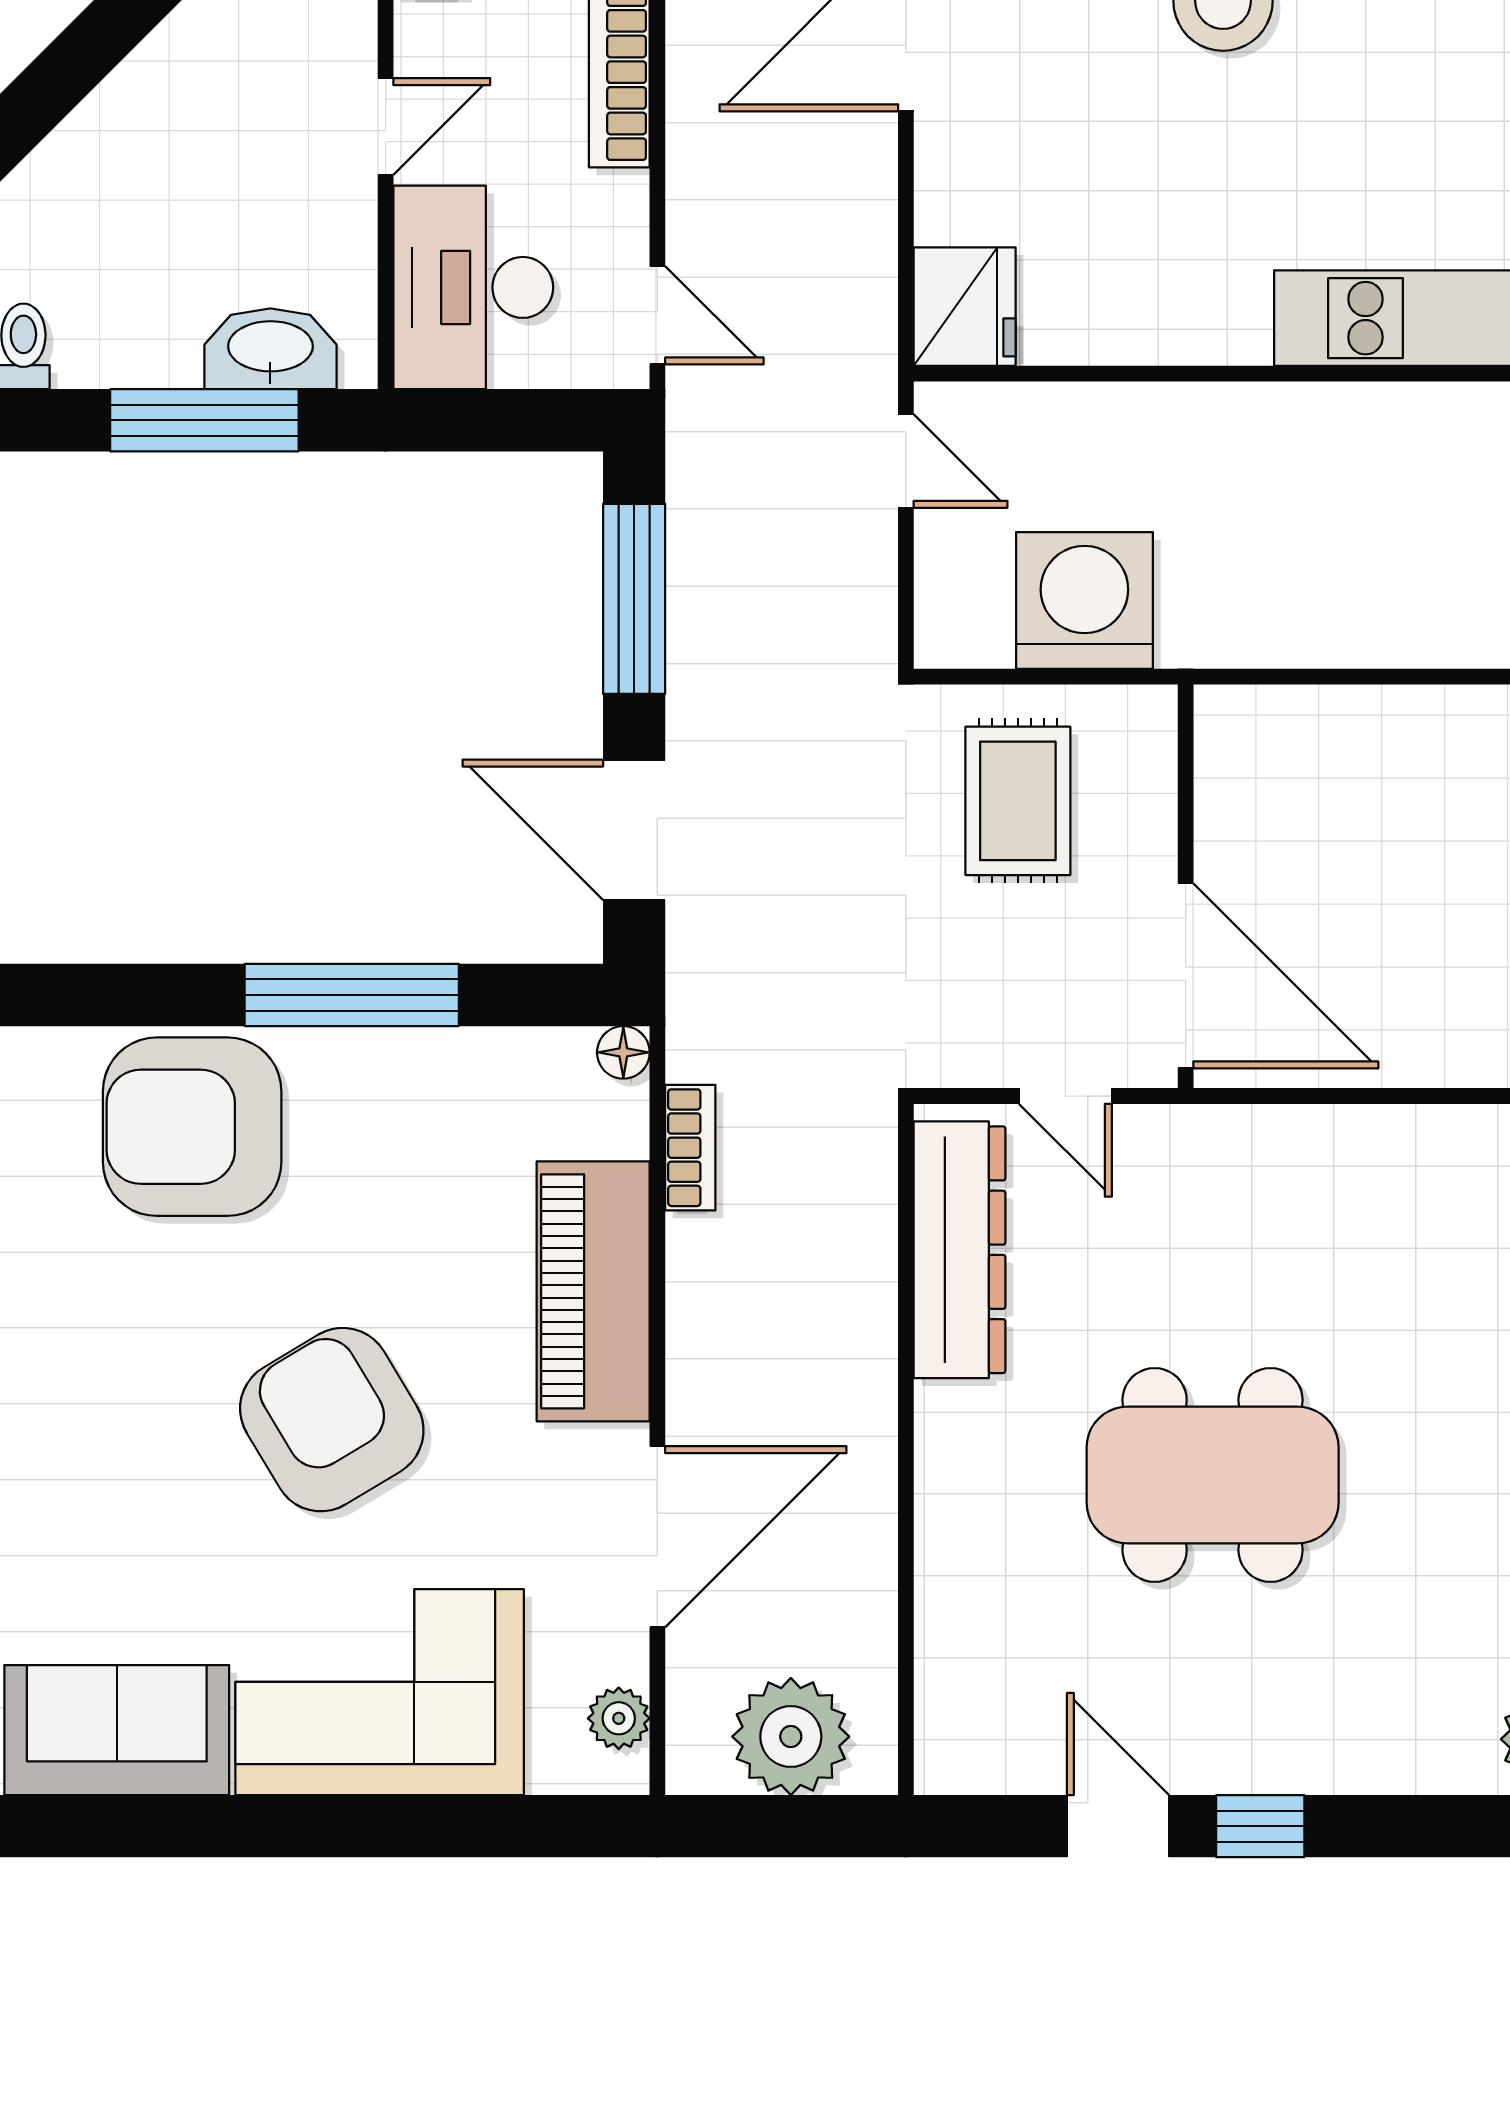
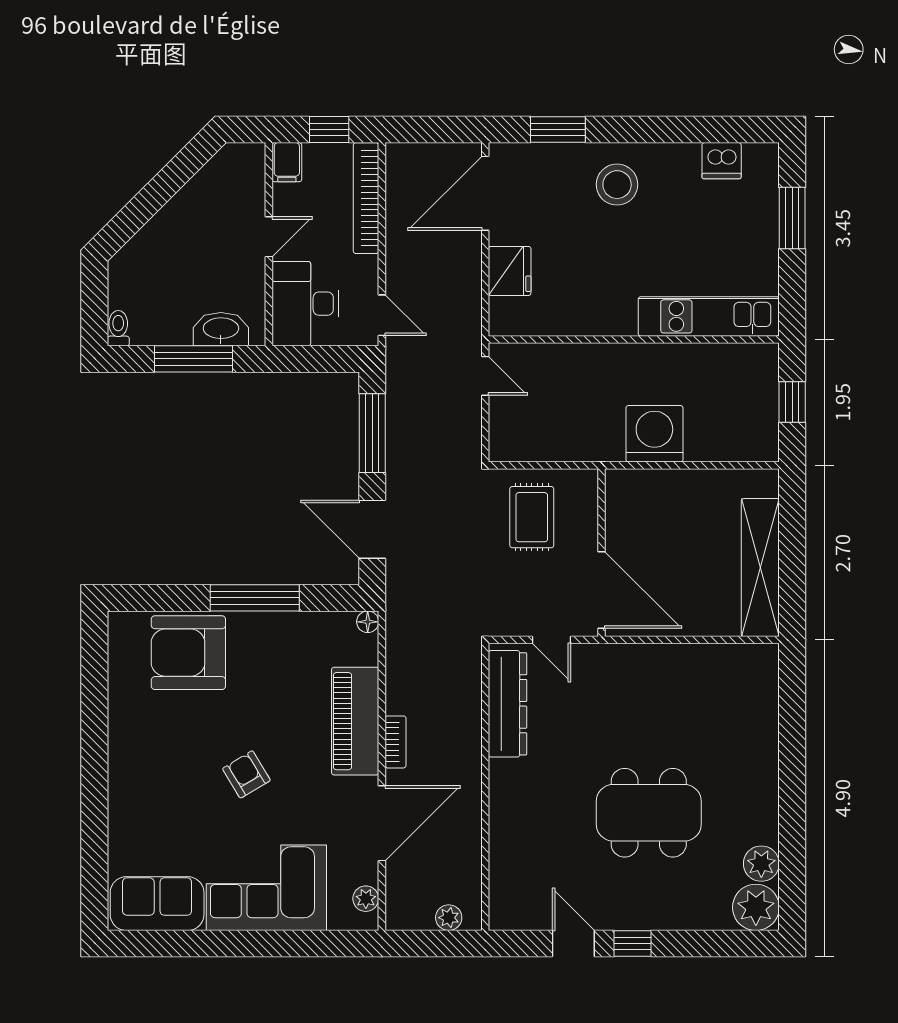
fridge: (965, 307) -> (510, 271), moved
washing machine: (1084, 600) -> (654, 434), moved
bookcase: (690, 1148) -> (396, 742), moved
armchair: (332, 1420) -> (246, 774), width x0.53, depth x0.53
dining table: (1213, 1475) -> (649, 813), moved
plant: (791, 1737) -> (449, 918), width x0.53, depth x0.53

